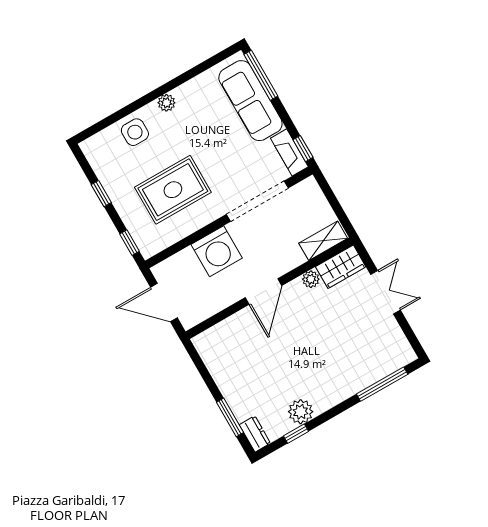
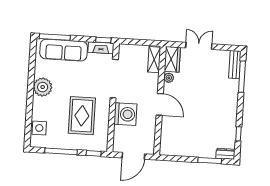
plant: (166, 103) -> (43, 87), width x1.87, depth x1.87
side table: (135, 132) -> (39, 128), moved
window: (101, 194) -> (61, 151), width x2.17
bench: (393, 362) -> (235, 65), added
plant: (301, 412) -> (229, 125), removed

